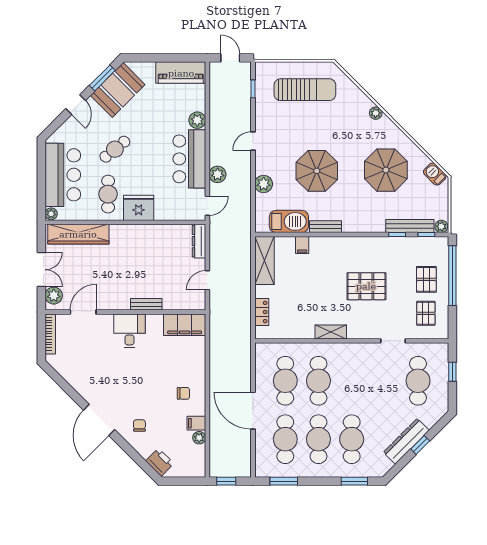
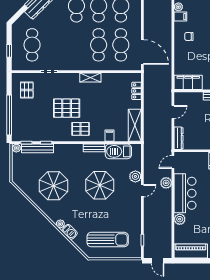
sun lounger: (305, 90) -> (108, 240), turned 180
door: (253, 141) -> (142, 191), moved
barbecue: (435, 174) -> (70, 232), moved
pallet: (426, 279) -> (81, 129), moved, turned 90
door: (253, 411) -> (142, 52), moved

